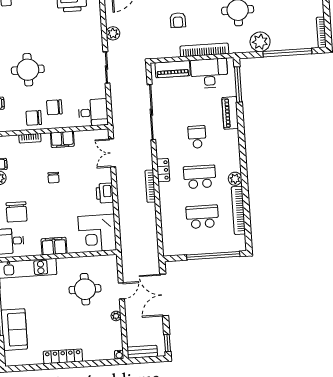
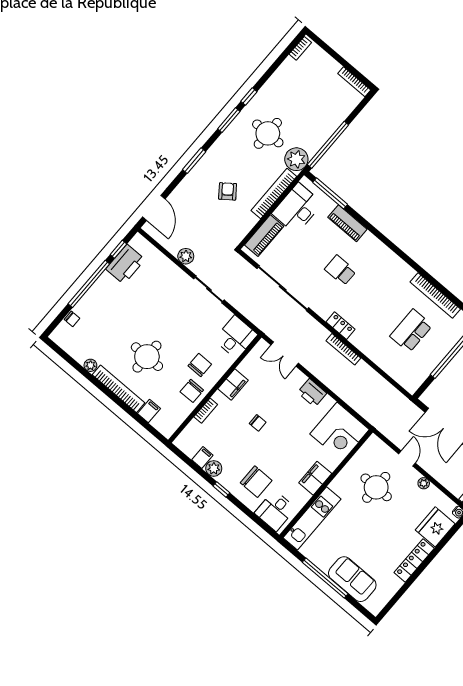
armchair: (178, 20) -> (228, 191), turned -127
plant: (260, 42) -> (296, 159), moved
window: (287, 53) -> (328, 145), moved
chair: (54, 107) -> (200, 365), turned 180
school desk: (200, 177) -> (376, 301), removed
plant: (235, 179) -> (406, 273), removed
fridge: (96, 349) -> (435, 527), added

